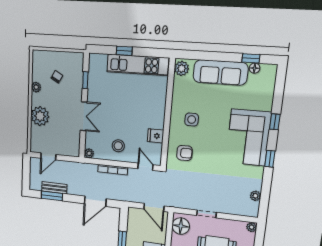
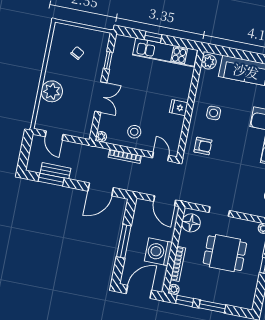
plant: (36, 87) -> (53, 61), removed
fridge: (156, 136) -> (179, 108), moved
door: (48, 156) -> (54, 135), hinge flipped

